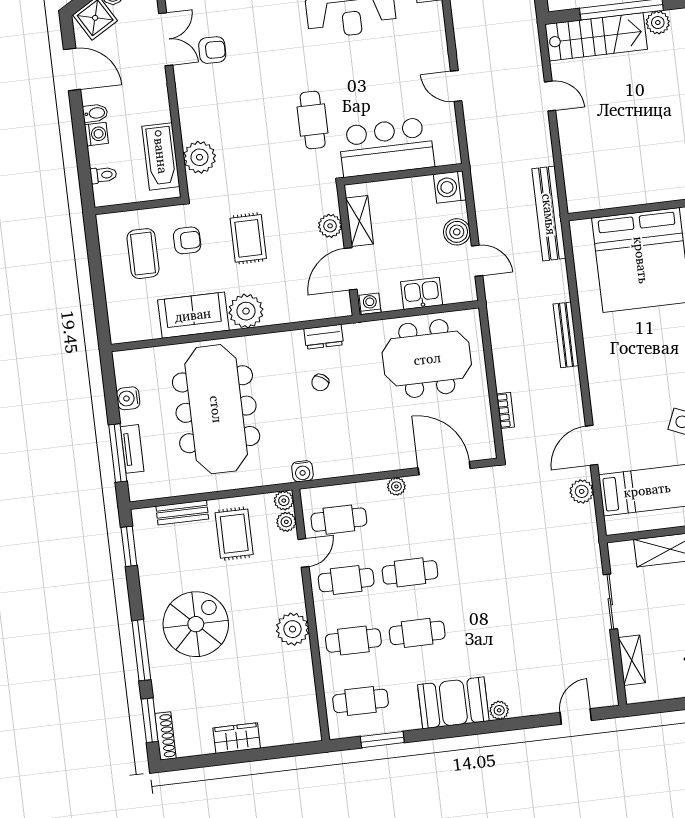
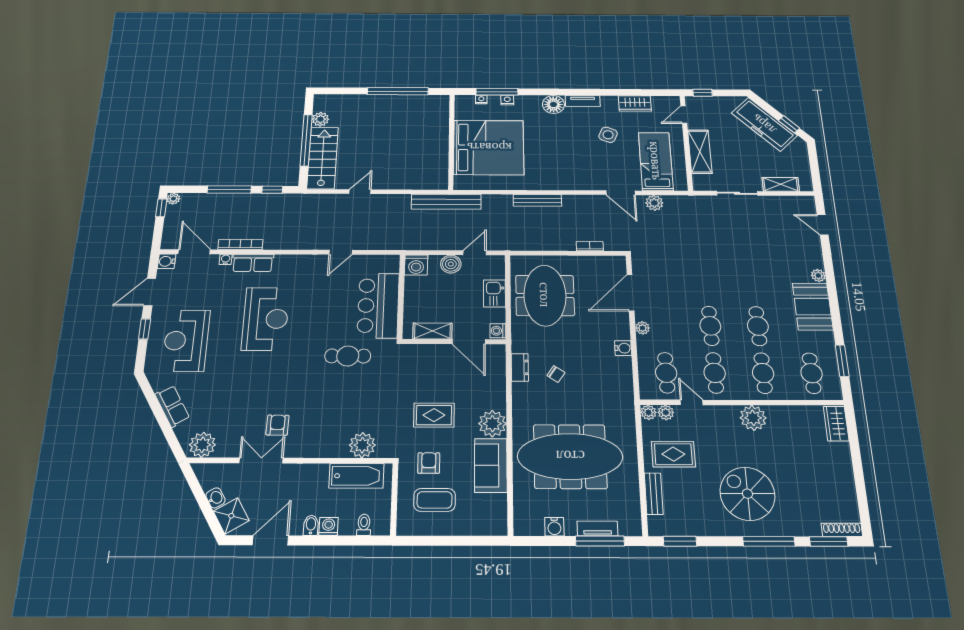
plant: (330, 226) -> (433, 353), removed
water cooler: (302, 471) -> (623, 348), moved
wardrobe: (237, 738) -> (836, 424), moved

